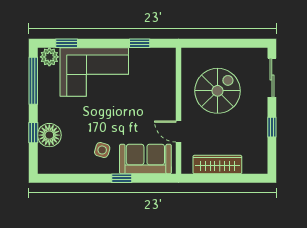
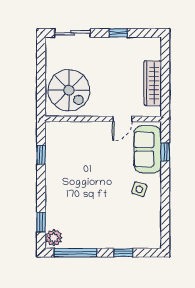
corner sofa: (94, 72) -> (68, 197), removed
spiral stairs: (218, 91) -> (69, 90), moved, turned 180
floor lamp: (49, 135) -> (126, 238), removed
window: (122, 178) -> (165, 152), moved

